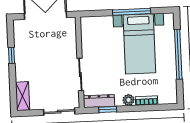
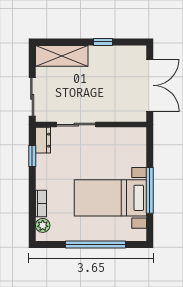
shelving: (22, 96) -> (62, 56), width x1.50, depth x1.33
plant: (129, 100) -> (43, 225), moved
dresser: (99, 101) -> (43, 140), width x0.70

